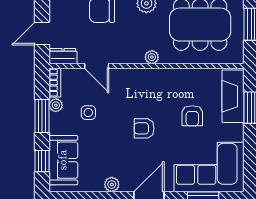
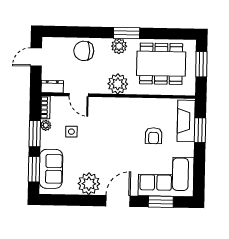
door: (42, 34) -> (36, 57), moved
plant: (152, 57) -> (118, 84), width x1.87, depth x1.87
armchair: (144, 128) -> (115, 145), removed
window: (42, 161) -> (34, 169), width x1.50
plant: (112, 184) -> (89, 184), width x1.88, depth x1.88

